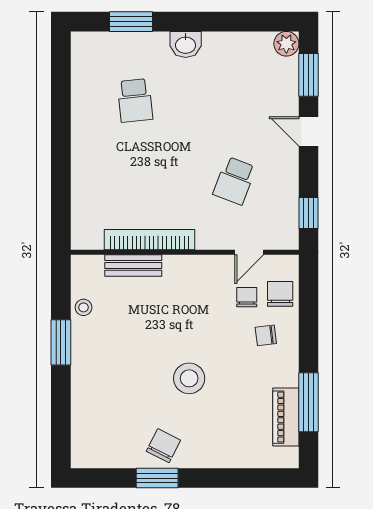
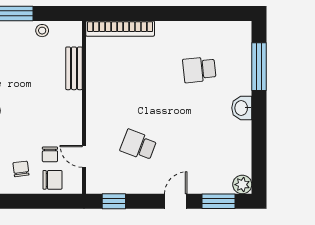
window: (131, 22) -> (259, 67), width x1.44
bookcase: (150, 240) -> (120, 29), moved, turned 90
chair: (247, 297) -> (50, 154), turned 90

